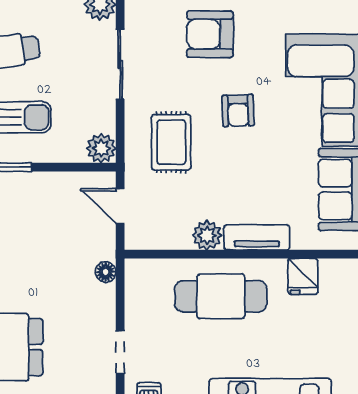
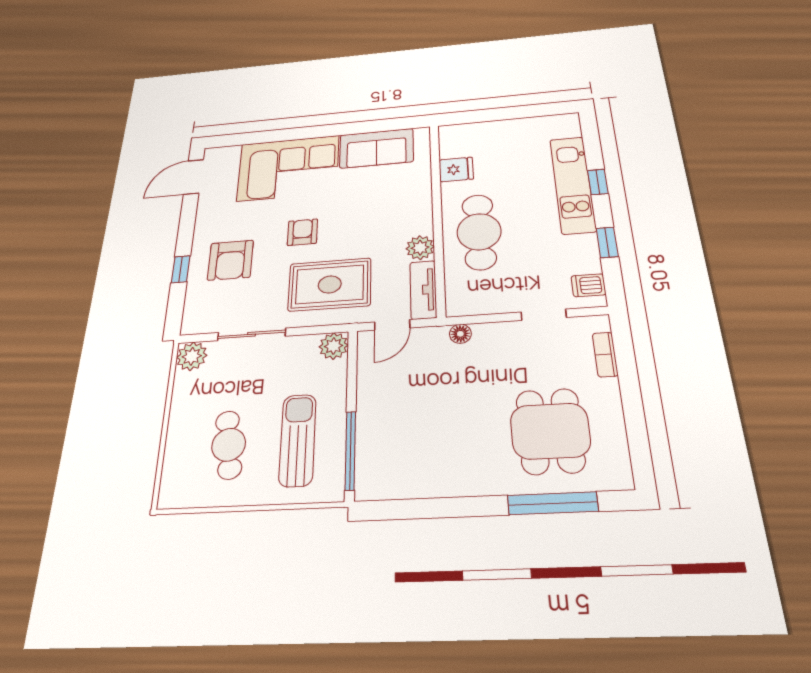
armchair: (238, 111) -> (302, 232), turned -88
rug: (171, 142) -> (330, 284), width x1.36, depth x1.43
tv unit: (257, 237) -> (423, 290), moved

